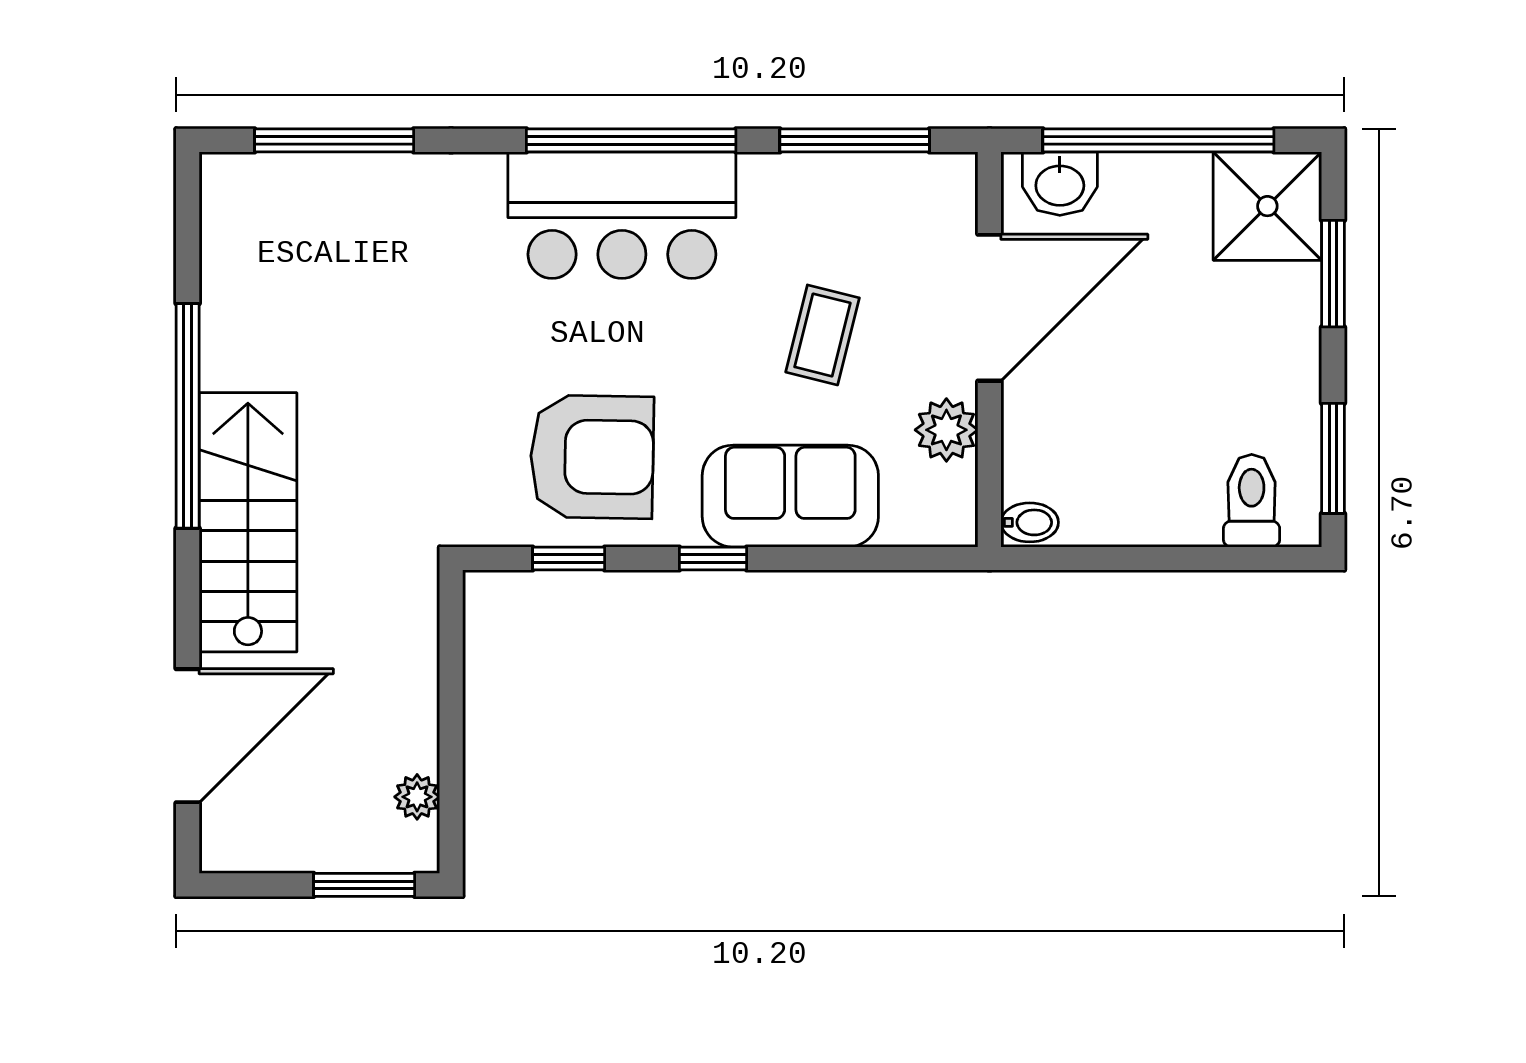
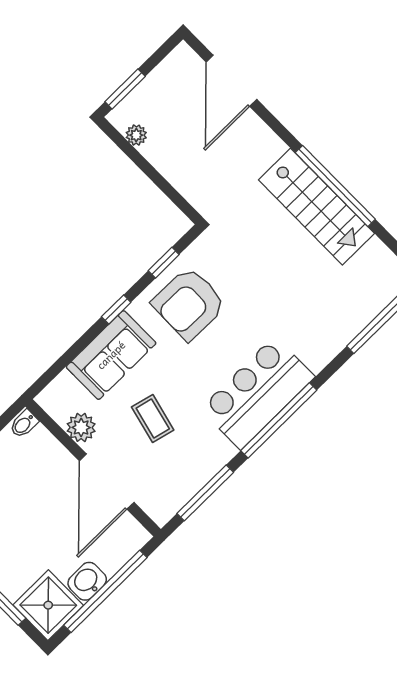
washbasin: (1060, 184) -> (87, 581), moved
stairs: (248, 522) -> (316, 207), moved

